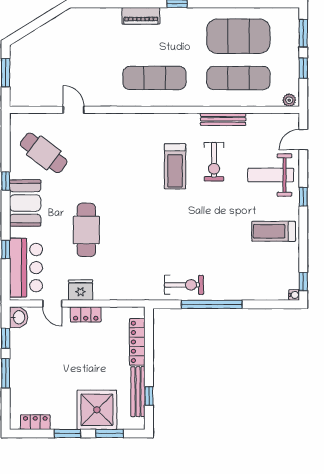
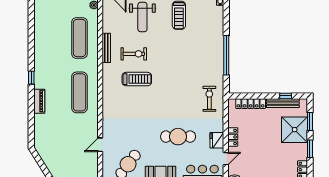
exercise mat: (238, 36) -> (52, 38), removed
exercise bike: (184, 285) -> (209, 99), moved

